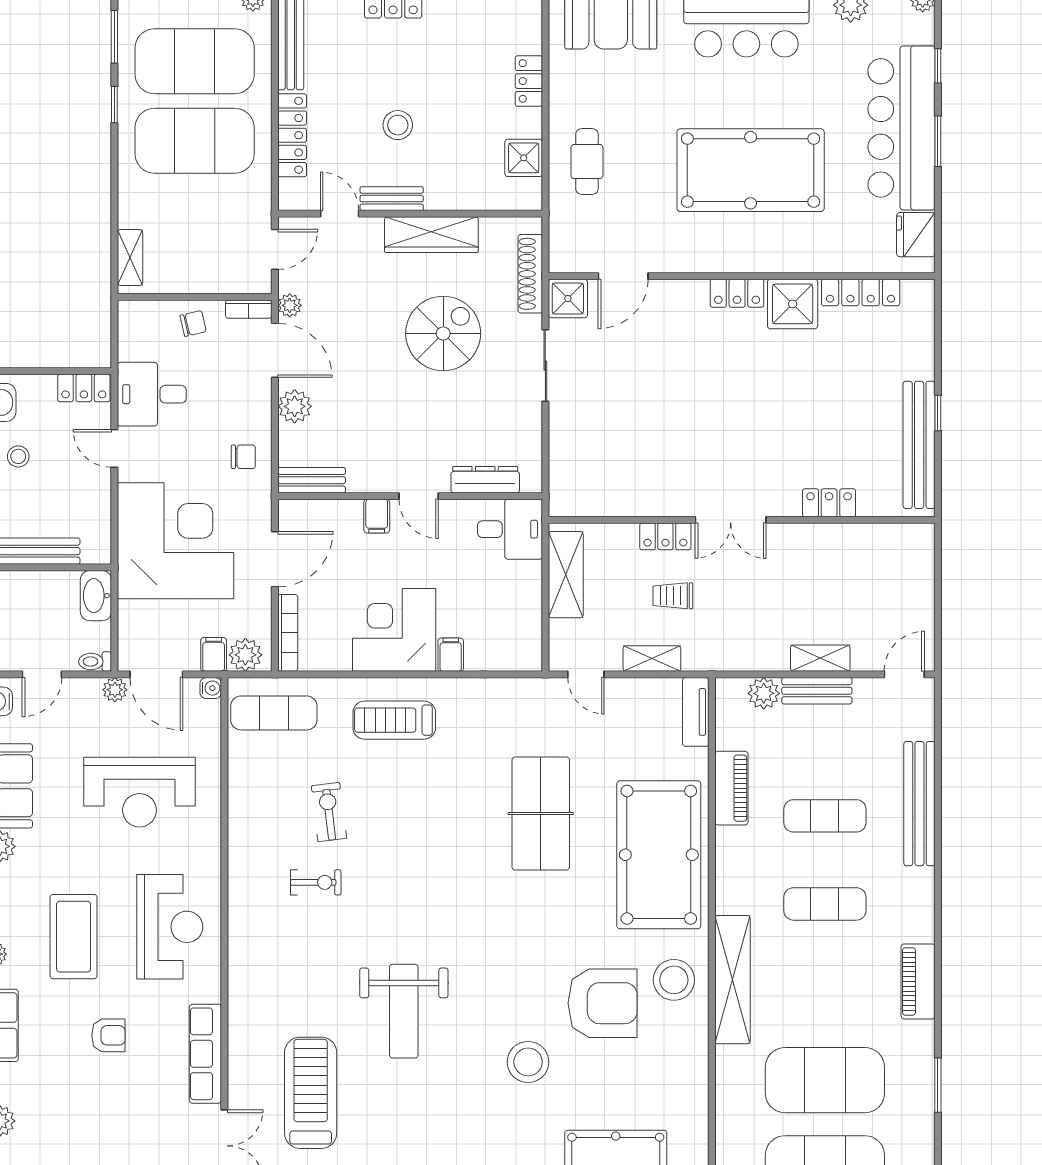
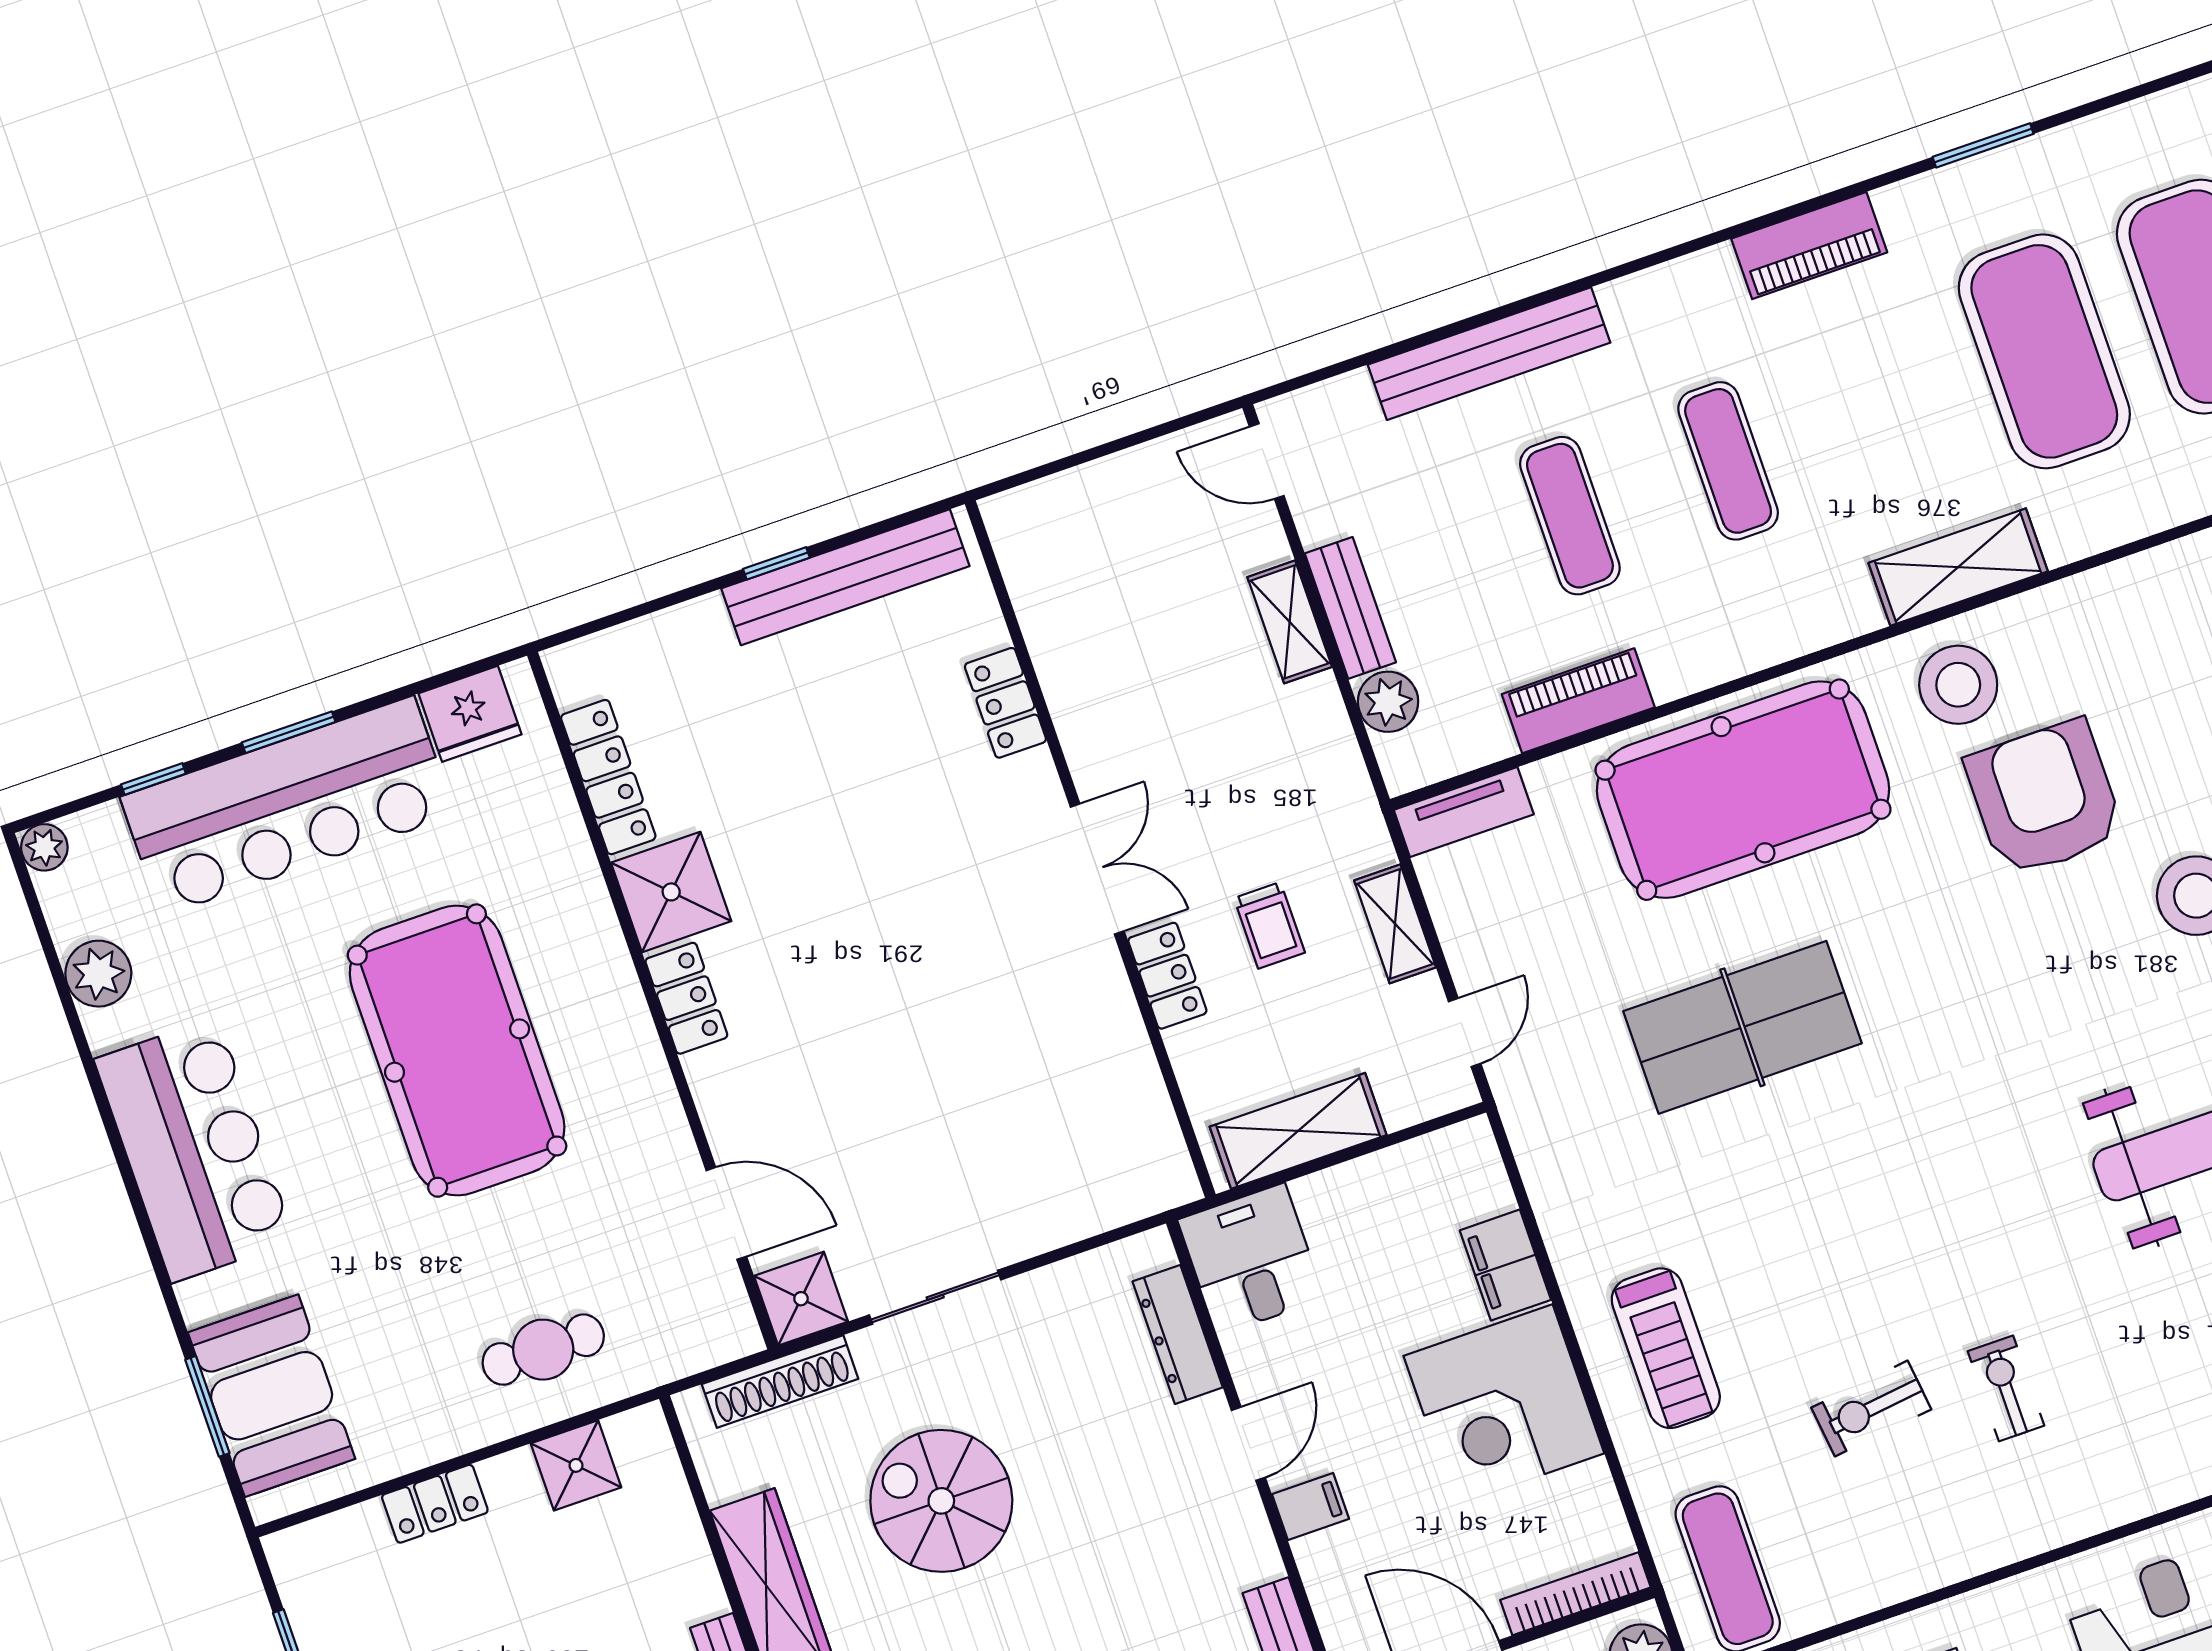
filing cabinet: (451, 655) -> (1505, 1265), width x2.00
shelving: (732, 980) -> (1958, 567), width x0.68

